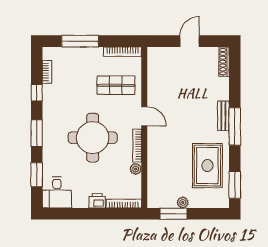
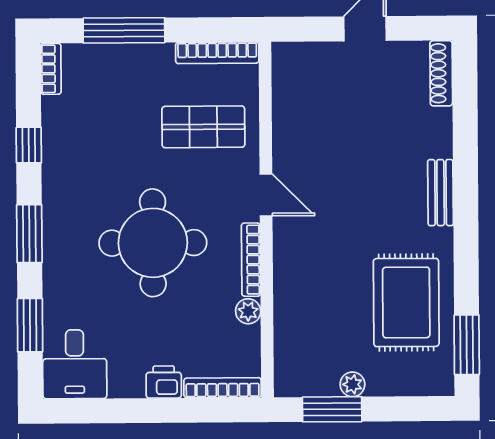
bookcase: (47, 72) -> (51, 69), moved
window: (235, 126) -> (466, 216), removed

